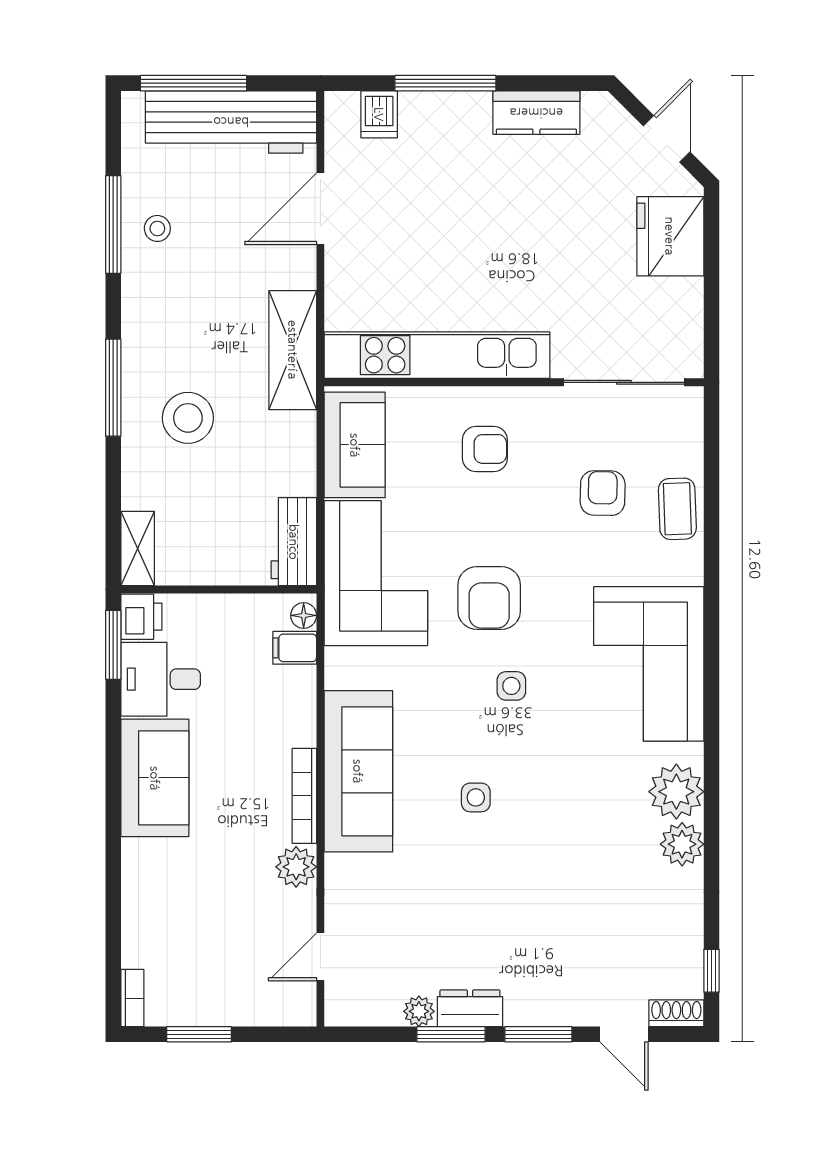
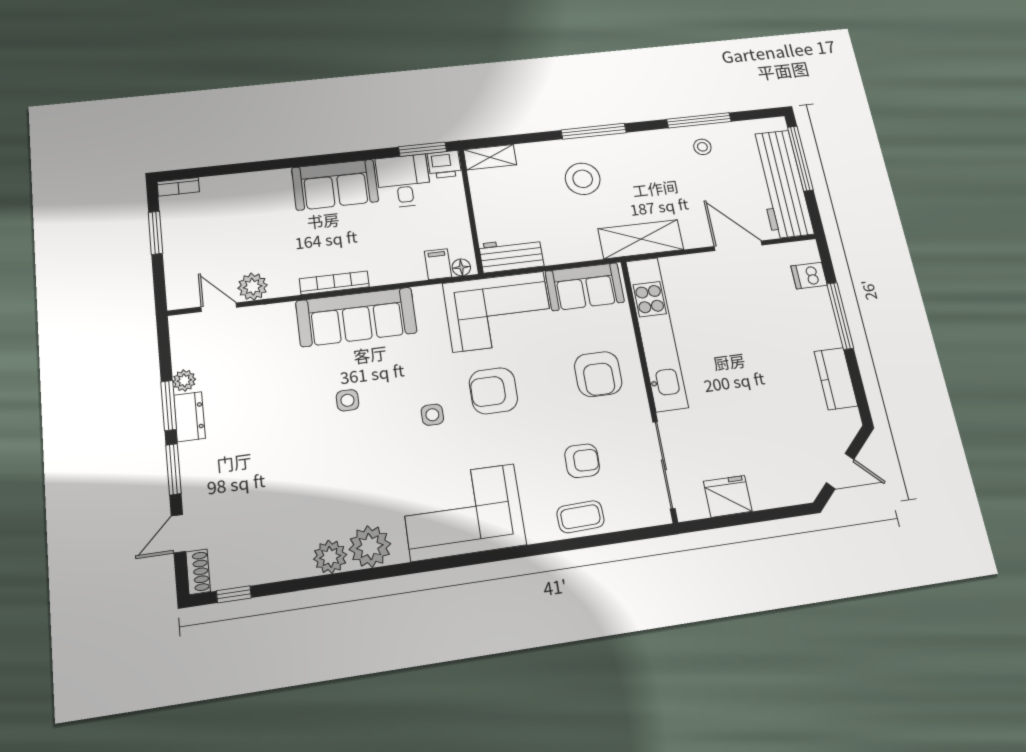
fridge: (670, 236) -> (728, 496), moved, width x0.73, depth x0.75
armchair: (485, 449) -> (598, 374), width x1.38, depth x1.38
plant: (296, 867) -> (253, 287), moved

